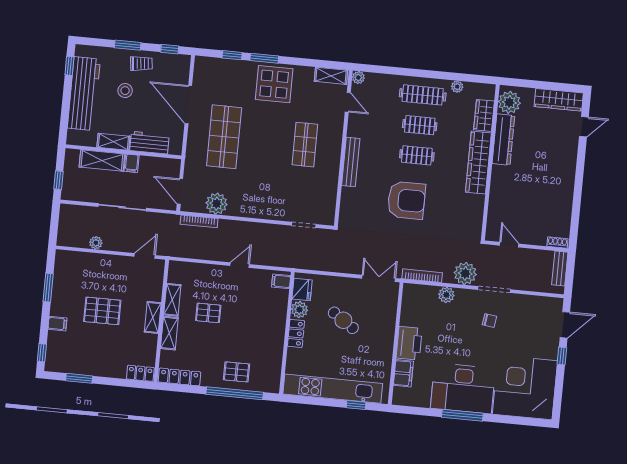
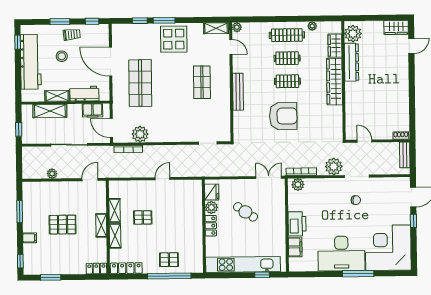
wardrobe: (559, 100) -> (396, 27), width x0.67
filing cabinet: (132, 163) -> (92, 110), moved, width x2.00
filing cabinet: (281, 281) -> (195, 188), removed
plant: (446, 295) -> (298, 185), moved
window: (462, 415) -> (358, 274), moved

